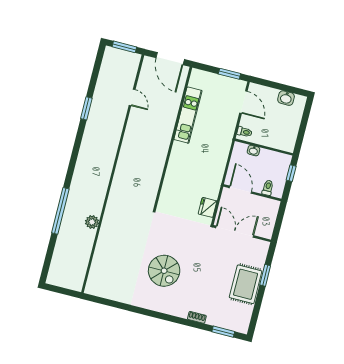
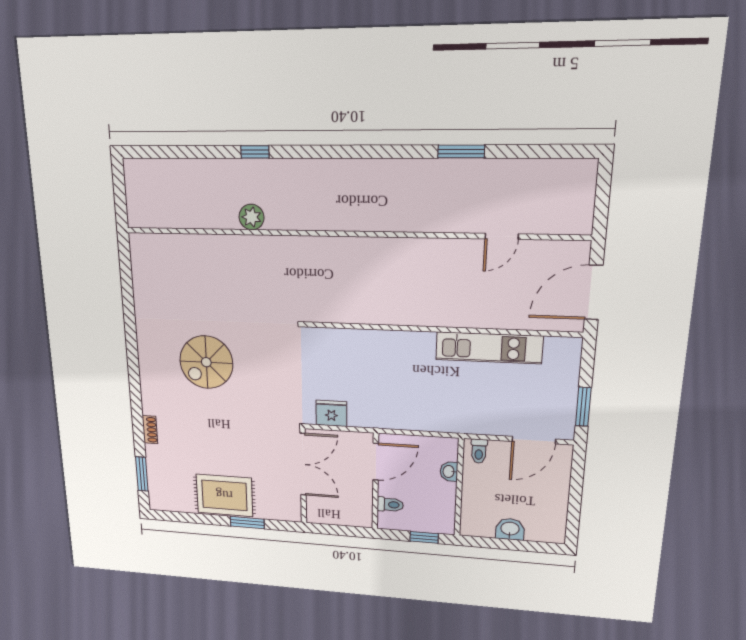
window: (124, 47) -> (602, 197), removed
washbasin: (286, 98) -> (510, 529), moved, turned 90
window: (60, 211) -> (255, 152), width x0.32

